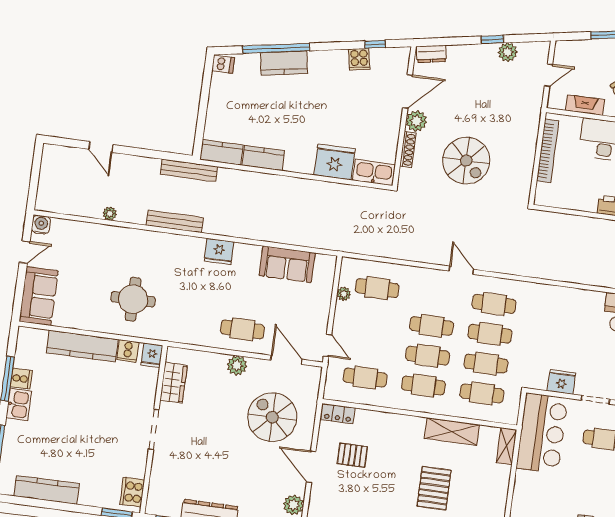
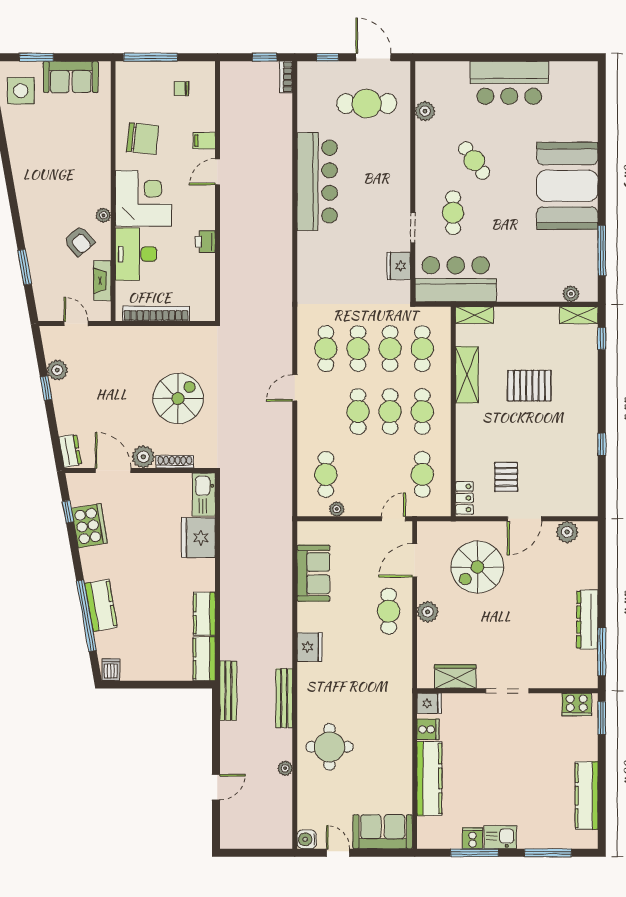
cooker: (359, 59) -> (89, 526), width x1.87, depth x1.31
round table: (133, 299) -> (329, 747), moved

